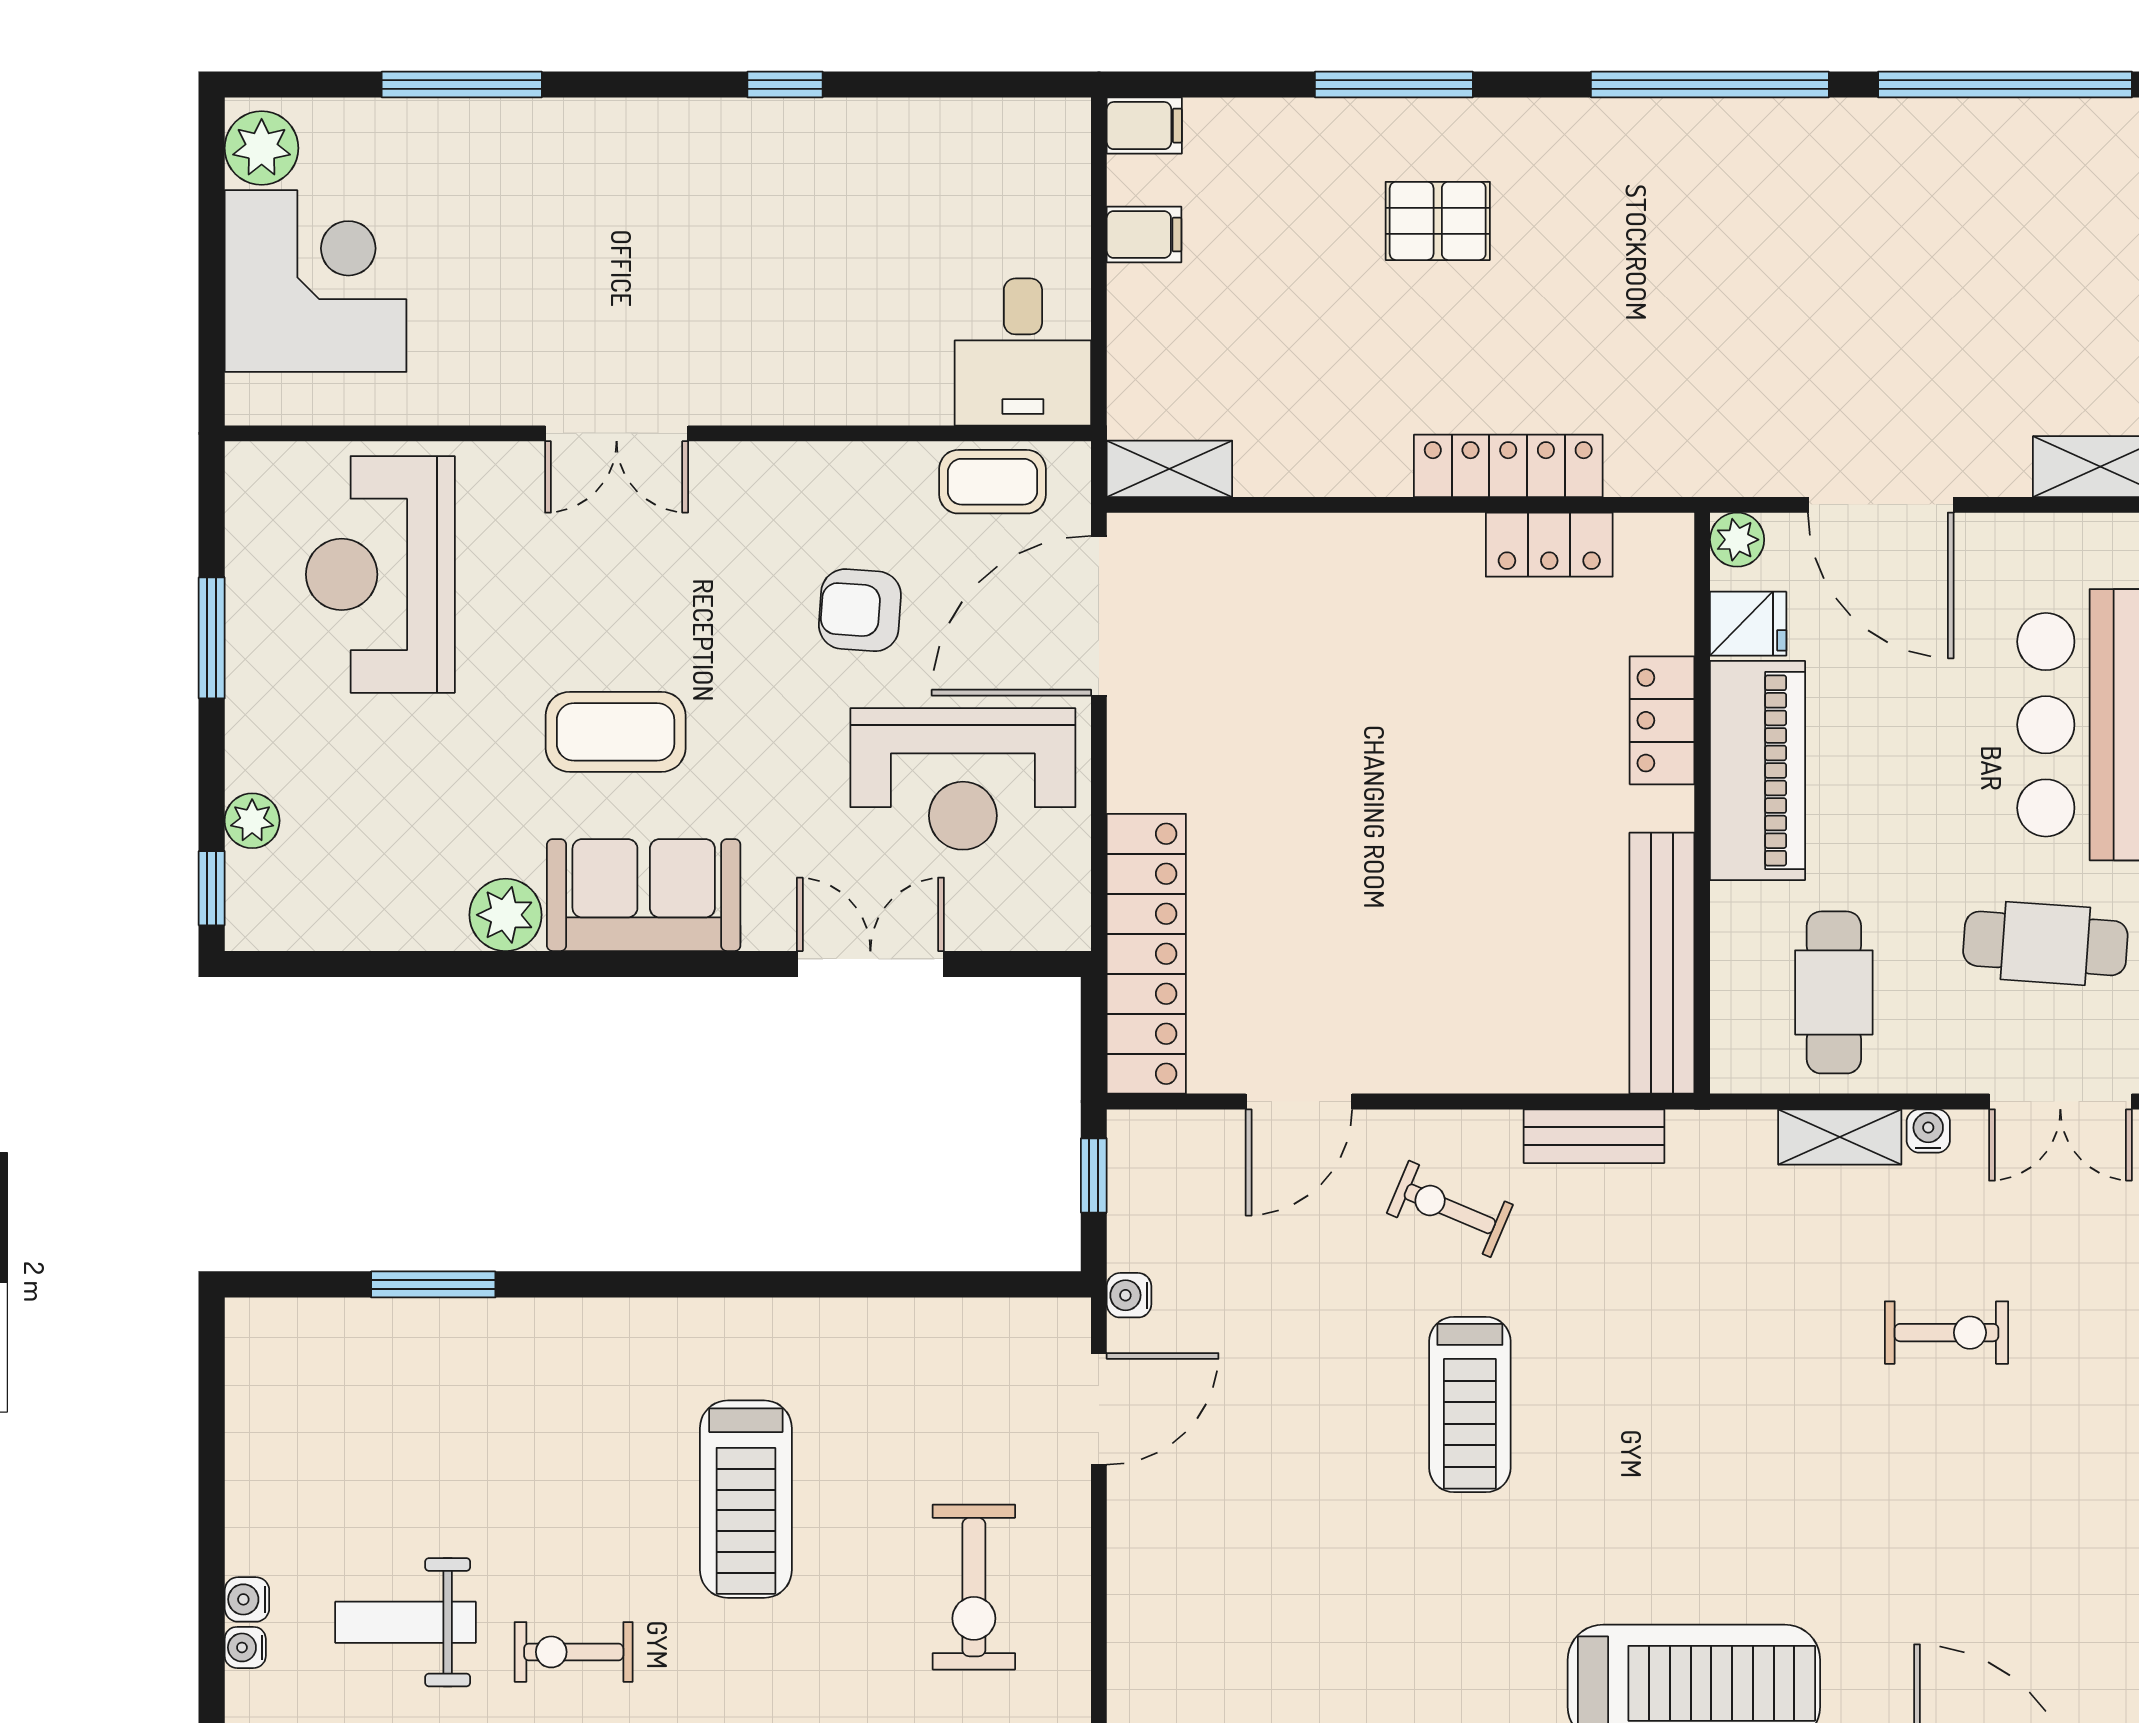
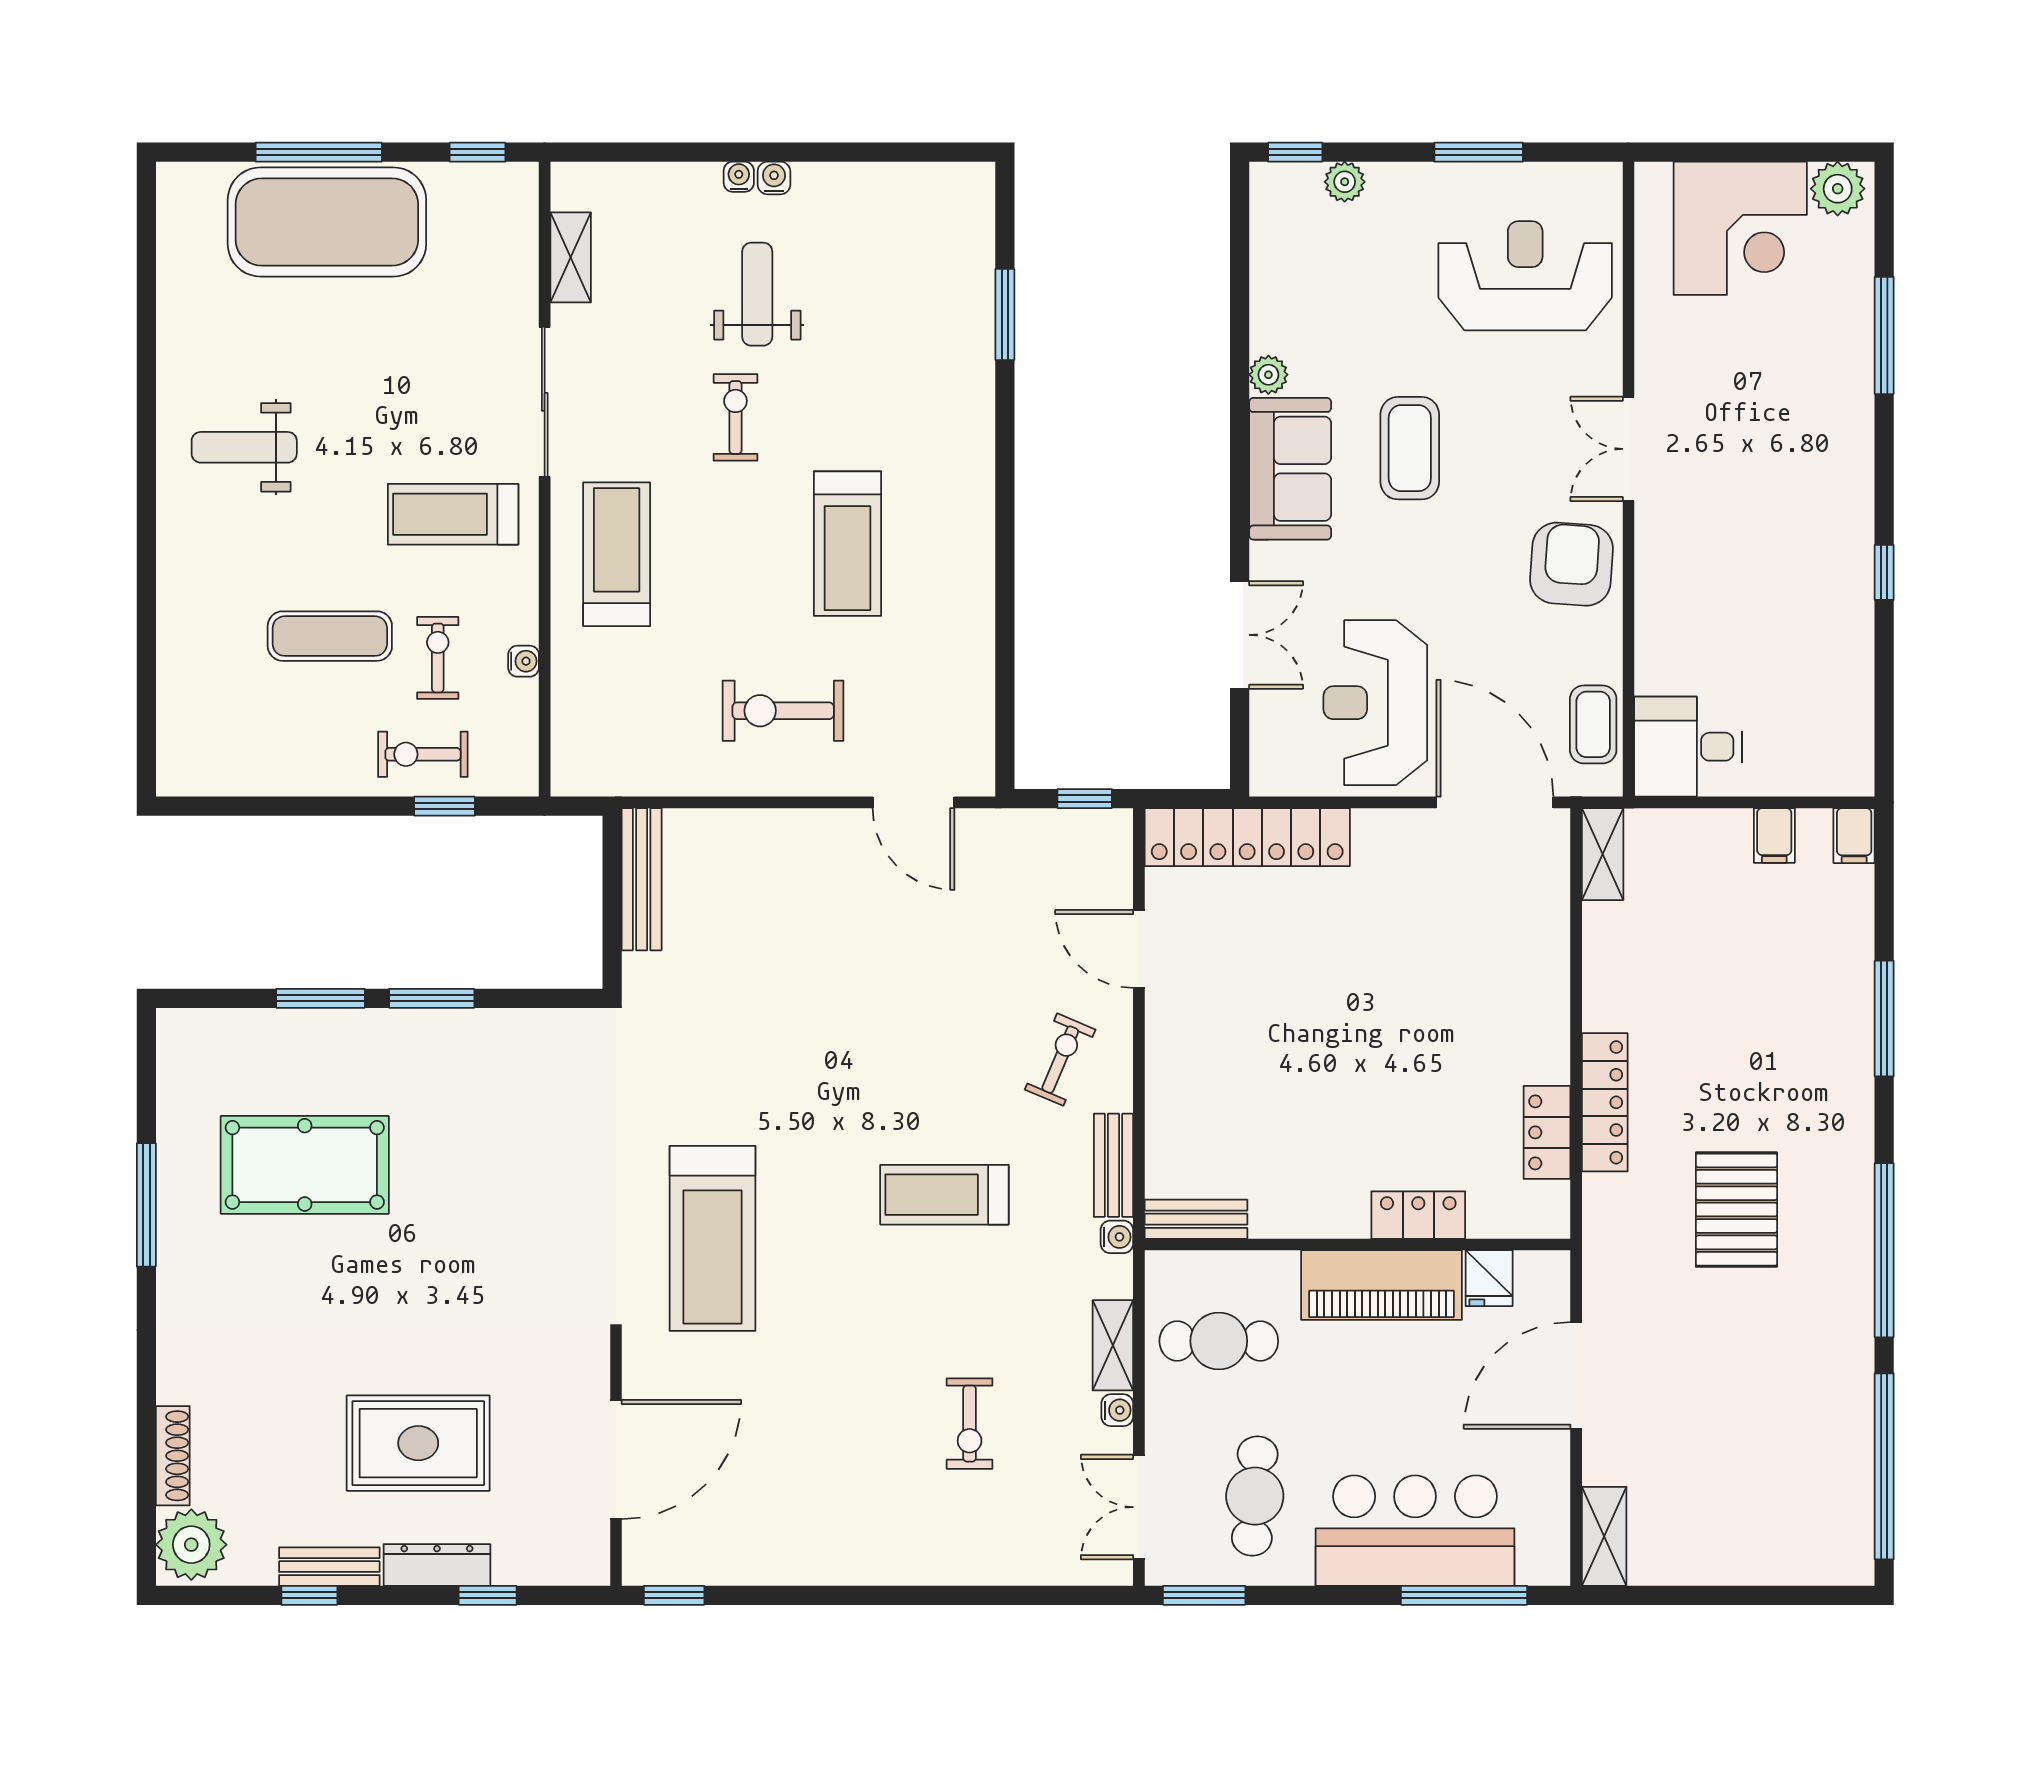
pallet: (1438, 221) -> (1736, 1210), moved, width x1.50, depth x1.42
plant: (1737, 540) -> (1551, 1270), removed
armchair: (860, 610) -> (1572, 564), moved, width x1.38, depth x1.38
plant: (506, 915) -> (1268, 375), width x0.73, depth x0.73
bench: (1662, 963) -> (1196, 1219), width x0.54, depth x0.82
water cooler: (1129, 1295) -> (1117, 1237), moved, turned 90
treadmill: (1470, 1404) -> (944, 1195), moved
treadmill: (746, 1499) -> (847, 544), turned -90

